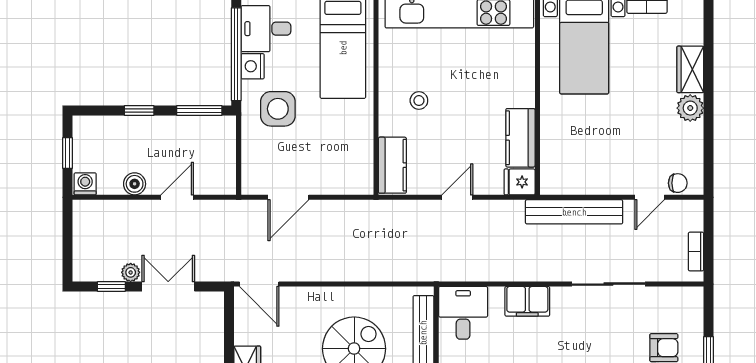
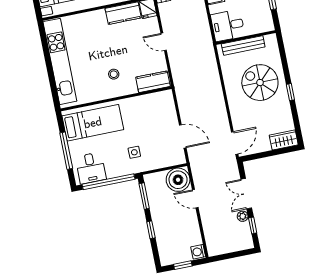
nightstand: (253, 66) -> (113, 171), removed
side table: (278, 109) -> (134, 152), width x0.54, depth x0.54
boiler: (135, 184) -> (178, 180), moved, width x1.86, depth x1.86

